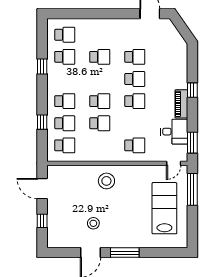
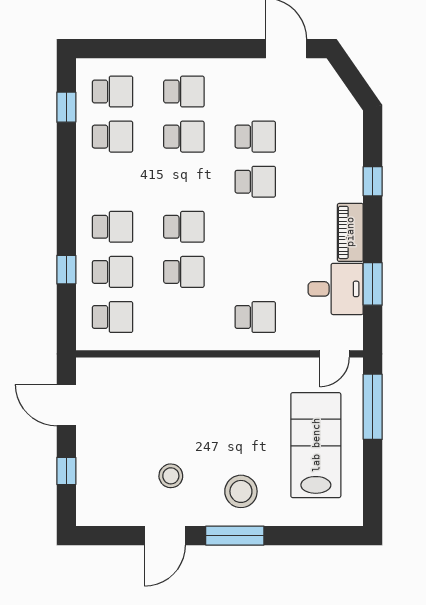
window: (42, 66) -> (66, 107), moved
window: (192, 90) -> (373, 181), moved
school desk: (135, 101) -> (184, 92), moved
window: (192, 143) -> (373, 284), moved
stool: (106, 181) -> (241, 491), moved

